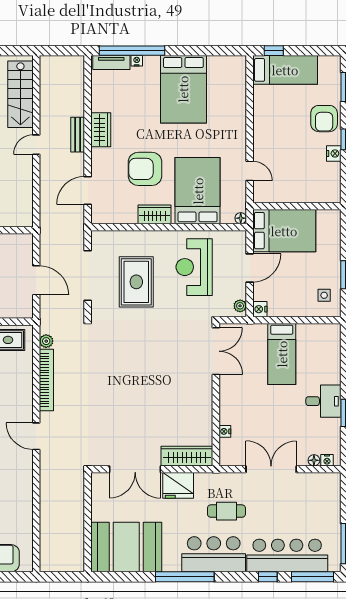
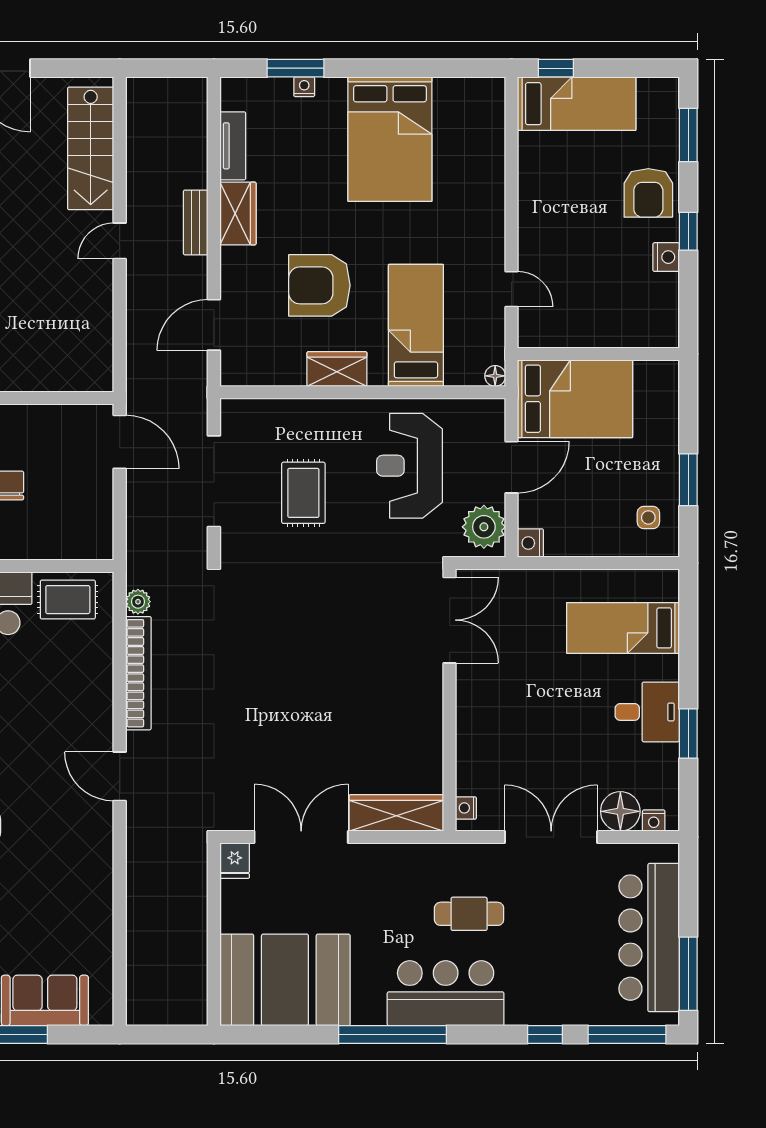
window: (132, 51) -> (295, 68), width x0.47
tv unit: (111, 62) -> (233, 146), moved, turned -90
bed: (198, 191) -> (416, 325), width x0.67
door: (36, 280) -> (120, 442), moved
rug: (136, 282) -> (303, 493), width x0.73, depth x0.70
plant: (240, 306) -> (484, 527), width x1.88, depth x1.88
bed: (282, 354) -> (623, 628), moved, turned 90
nightstand: (225, 431) -> (466, 808), moved
floor lamp: (314, 460) -> (620, 811), width x1.89, depth x1.89
double door: (135, 469) -> (301, 837), swing flipped
fridge: (178, 485) -> (235, 861), moved, width x0.53, depth x0.75
bar counter: (287, 555) -> (649, 938), moved, turned -90

